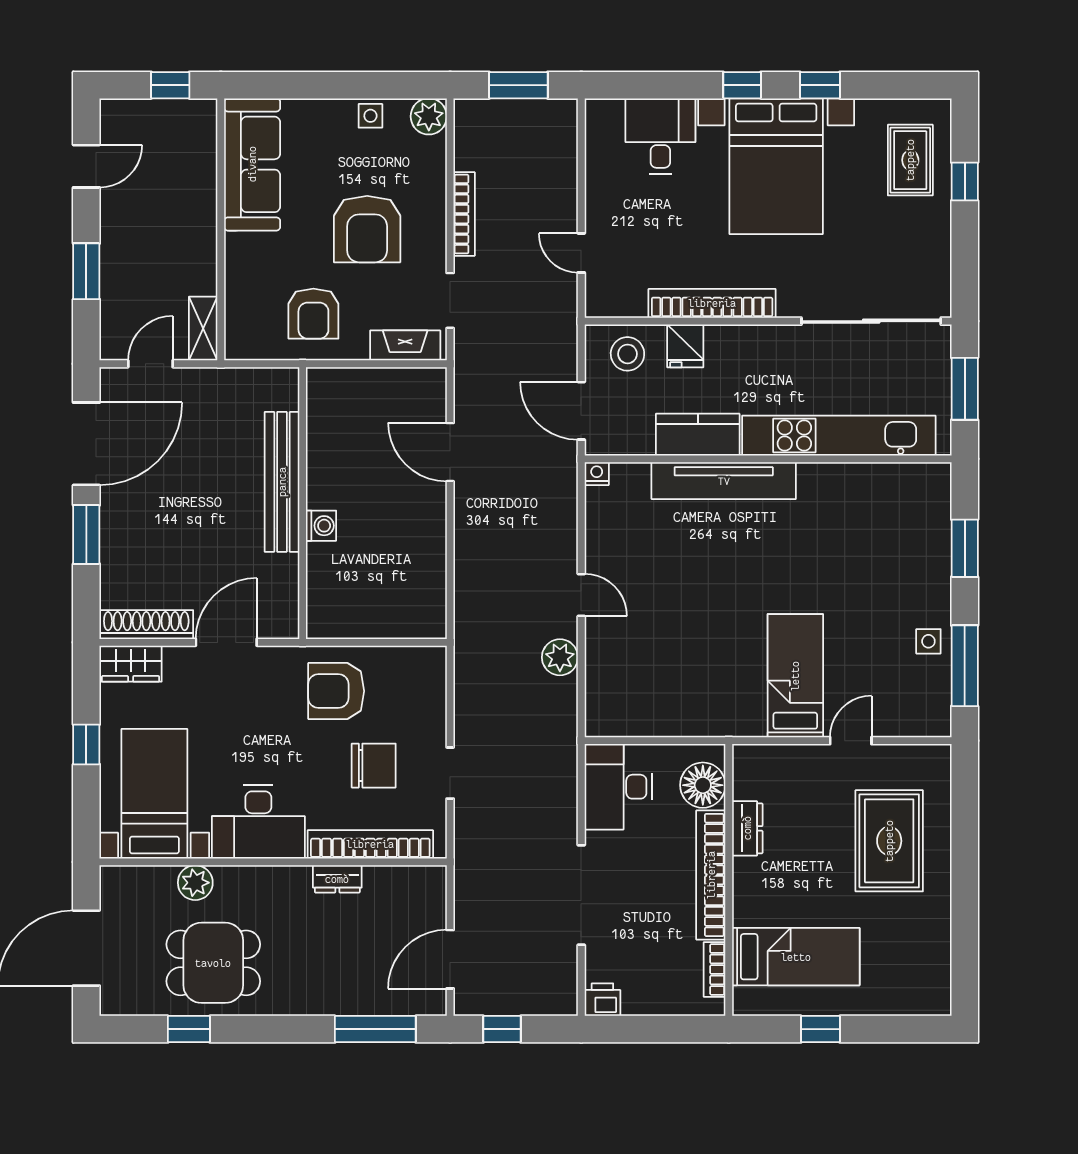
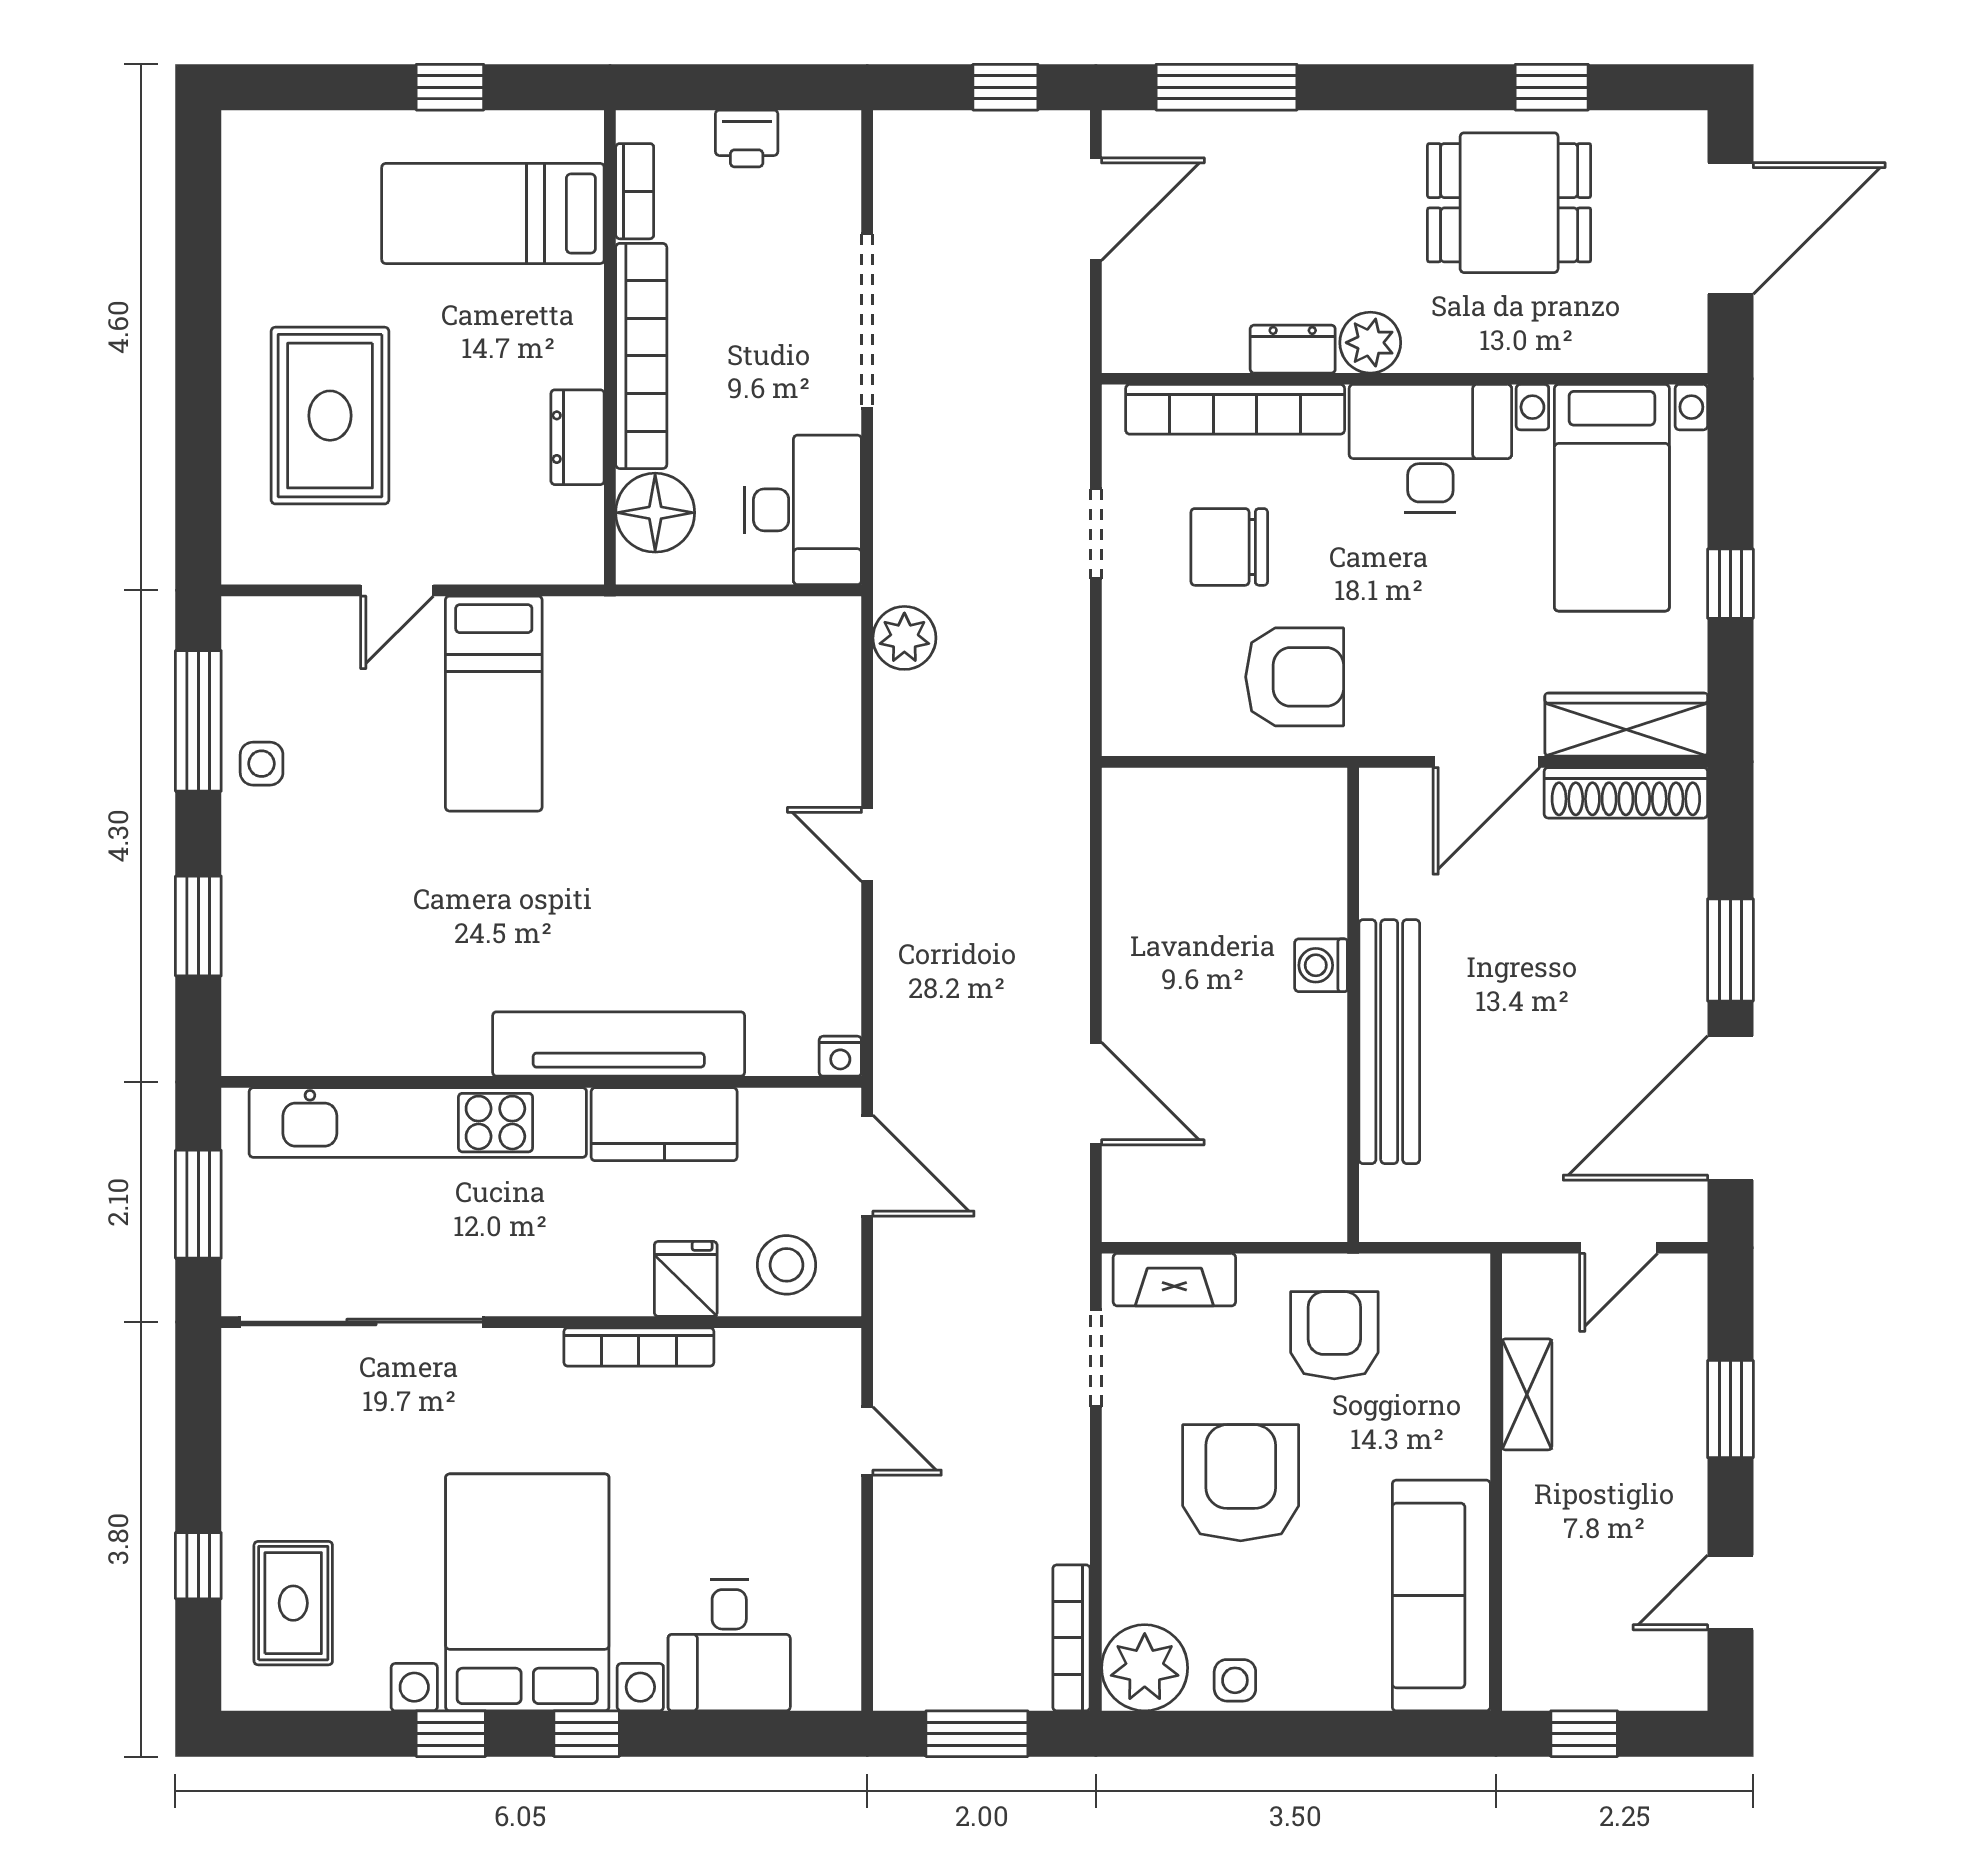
plant: (429, 116) -> (1145, 1668), width x1.36, depth x1.36
bookcase: (464, 214) -> (1071, 1638), moved
bookcase: (712, 303) -> (639, 1347), width x0.68, depth x0.76
shelving: (203, 329) -> (1527, 1394), moved
plant: (560, 657) -> (904, 638), moved
wardrobe: (131, 664) -> (1626, 725), width x1.50
plant: (195, 883) -> (1370, 343), moved
printer: (602, 1000) -> (747, 138), moved

